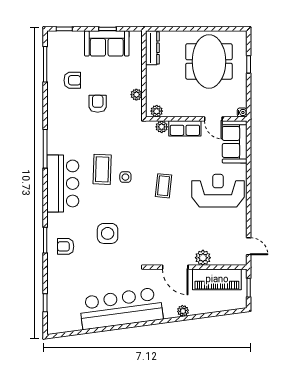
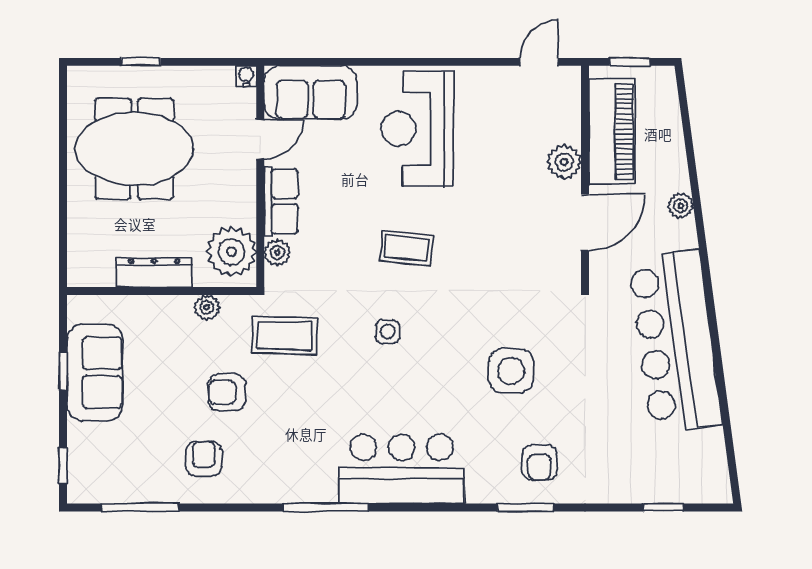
dresser: (152, 48) -> (154, 272), moved
armchair: (72, 80) -> (204, 459), moved
plant: (157, 111) -> (231, 252), width x1.87, depth x1.87
coffee table: (102, 169) -> (284, 335), moved

